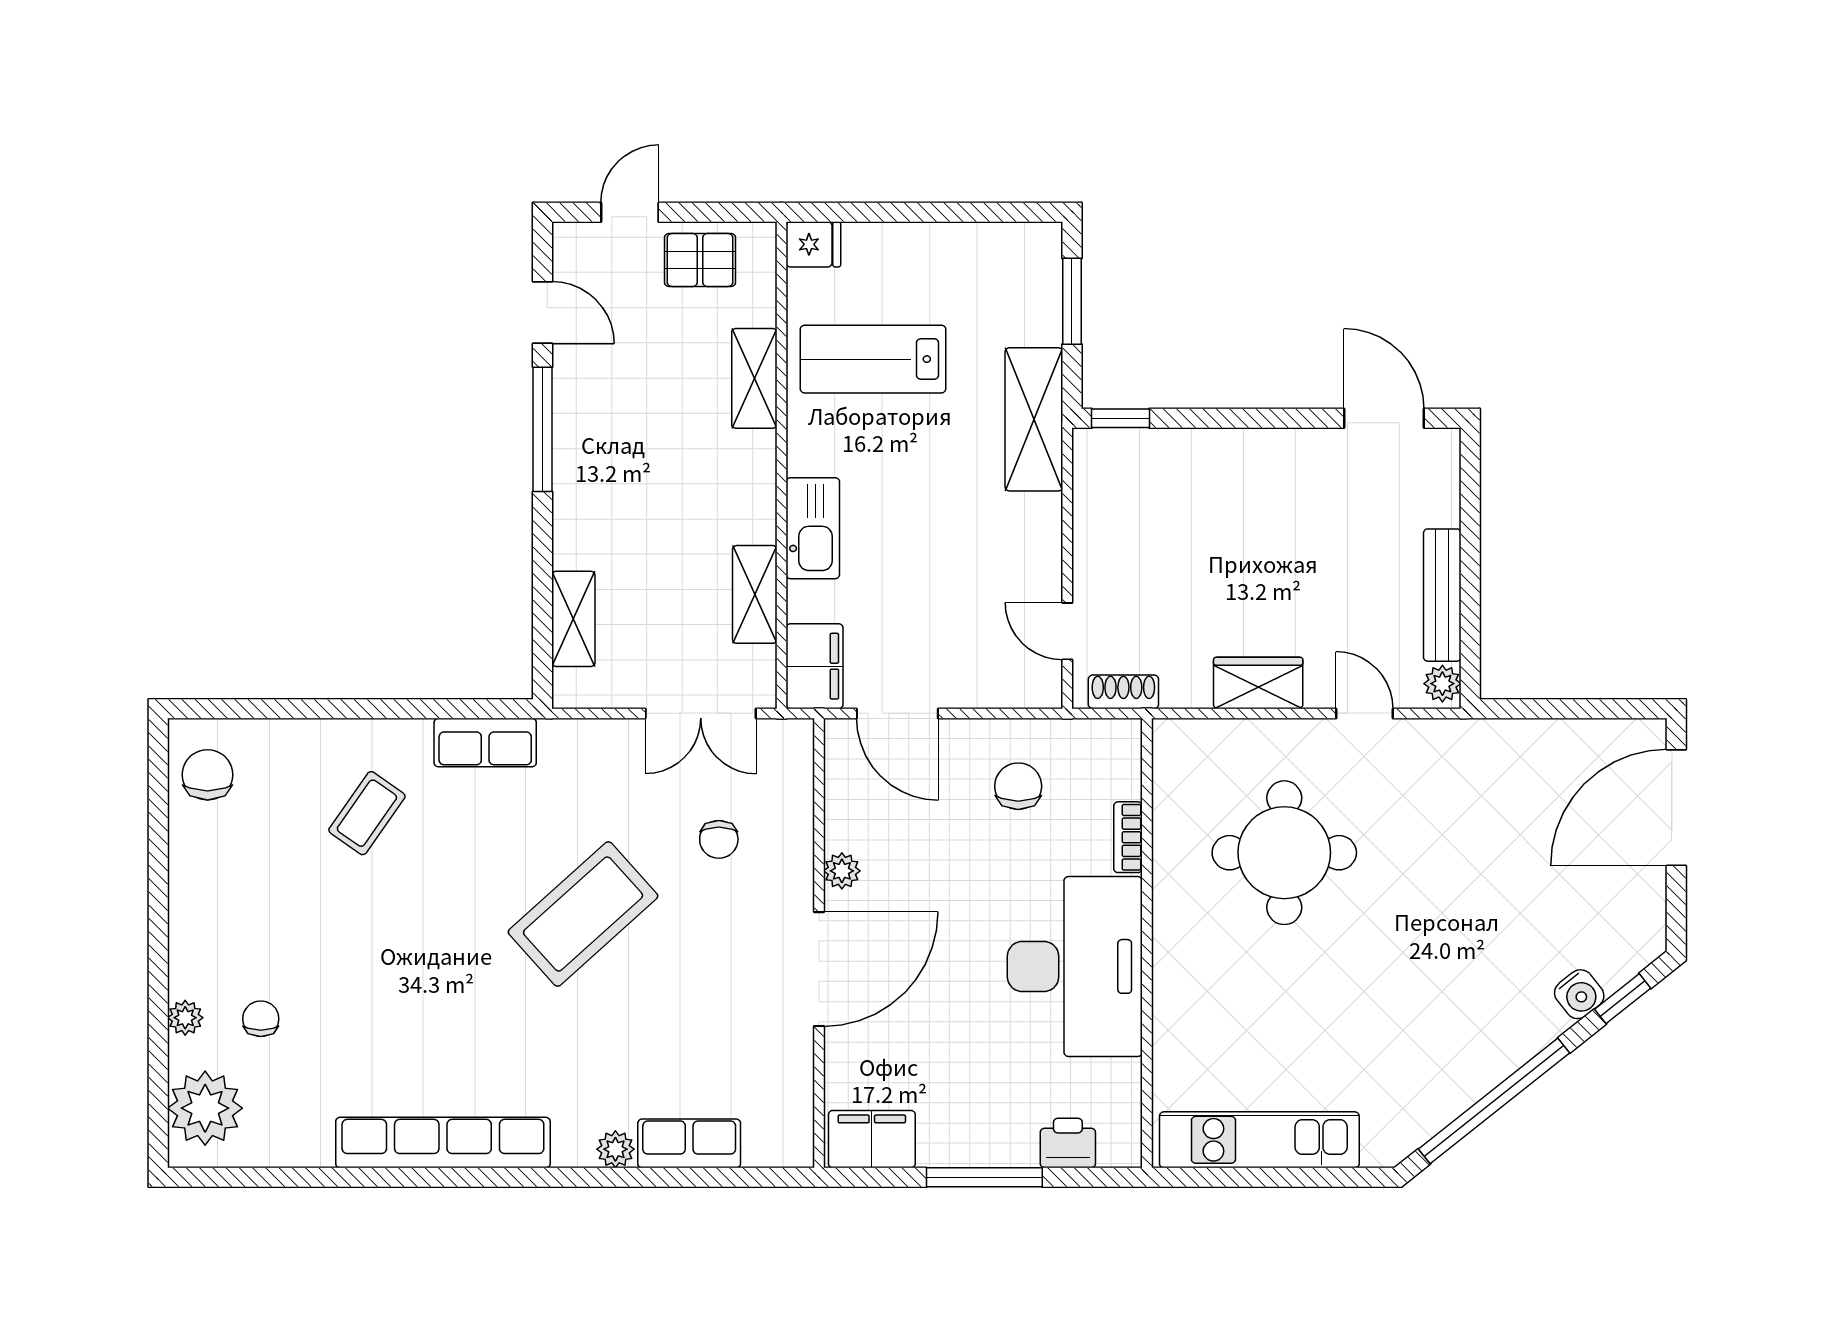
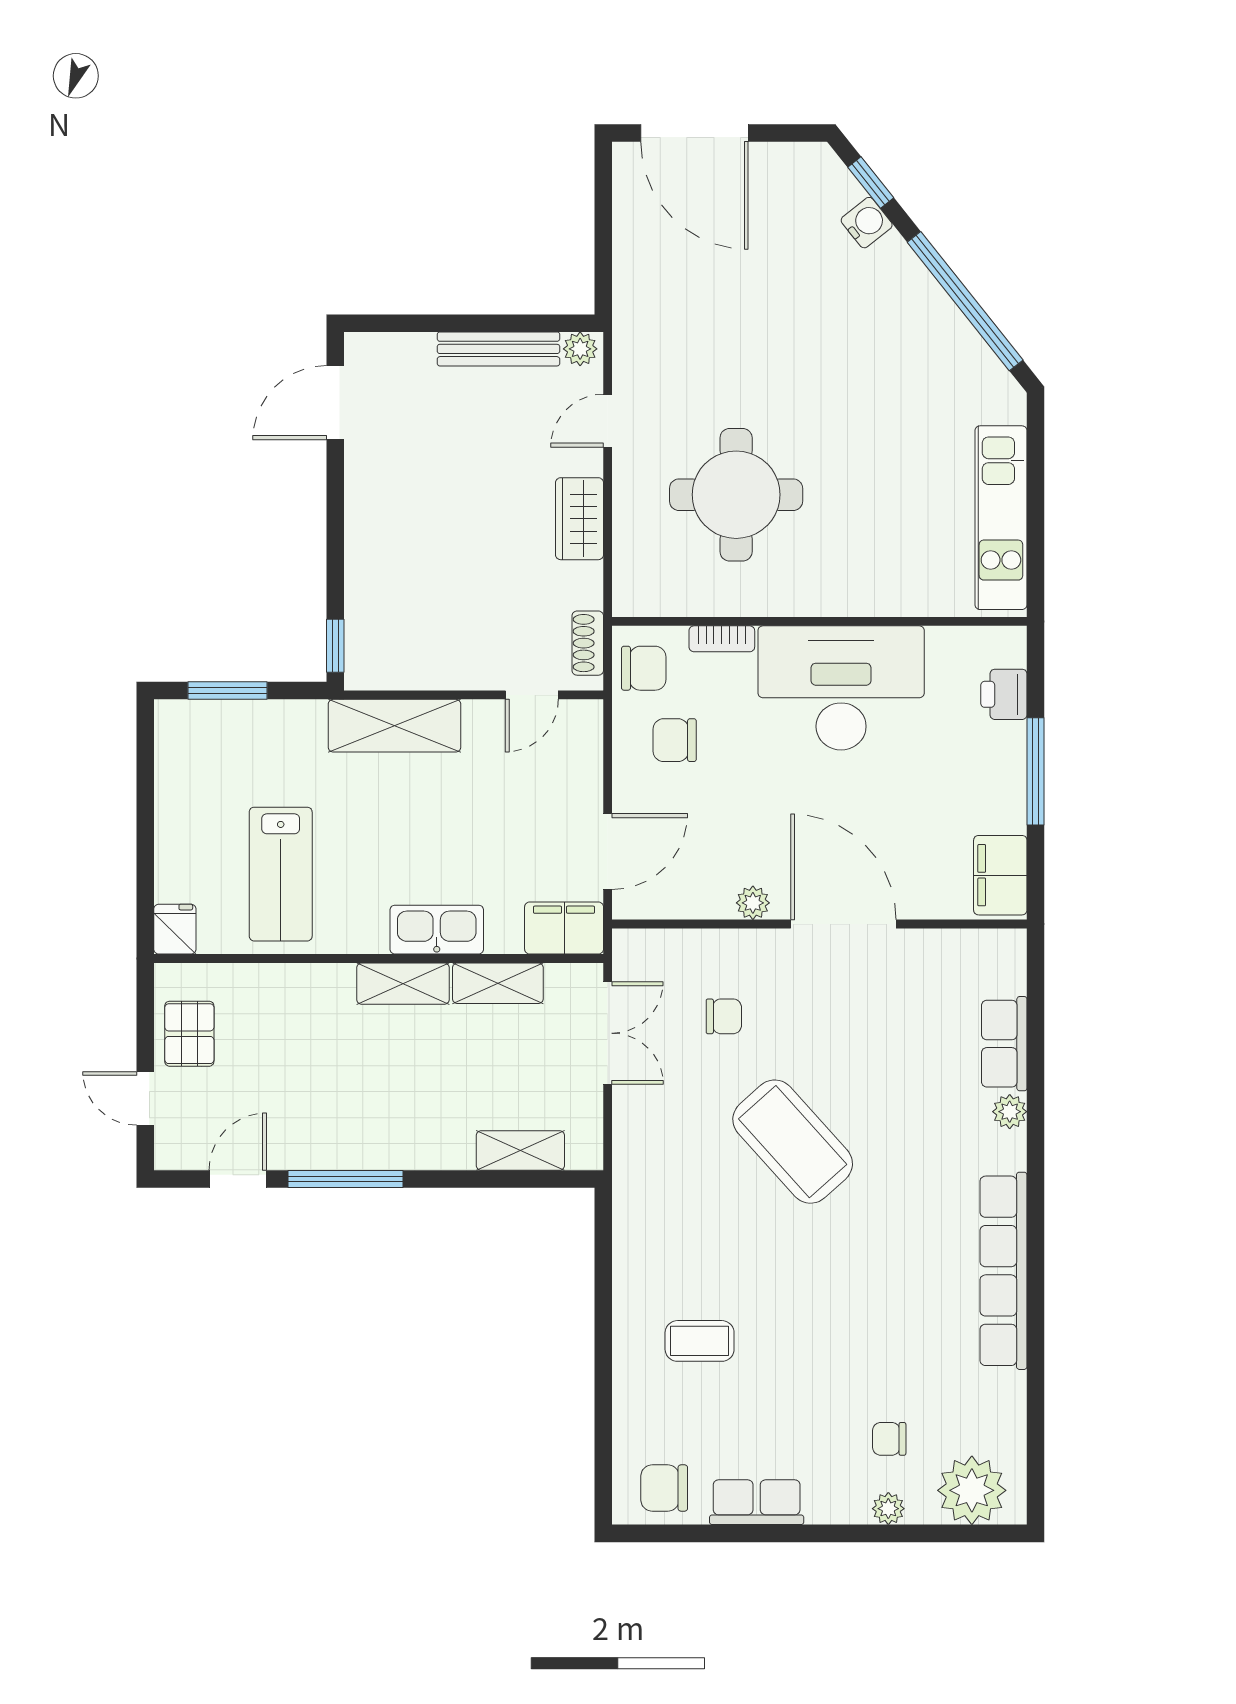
shelving: (754, 378) -> (403, 984), moved
shelving: (1034, 419) -> (394, 726), moved
row of seats: (485, 743) -> (757, 1502), moved, turned -90
chair: (1096, 753) -> (644, 668), added
coffee table: (367, 813) -> (700, 1341), turned -35

